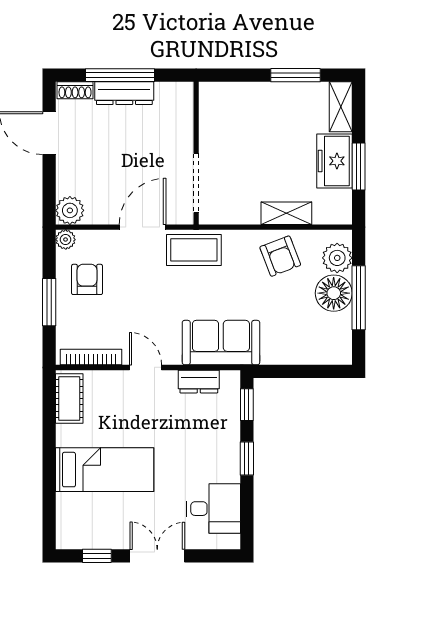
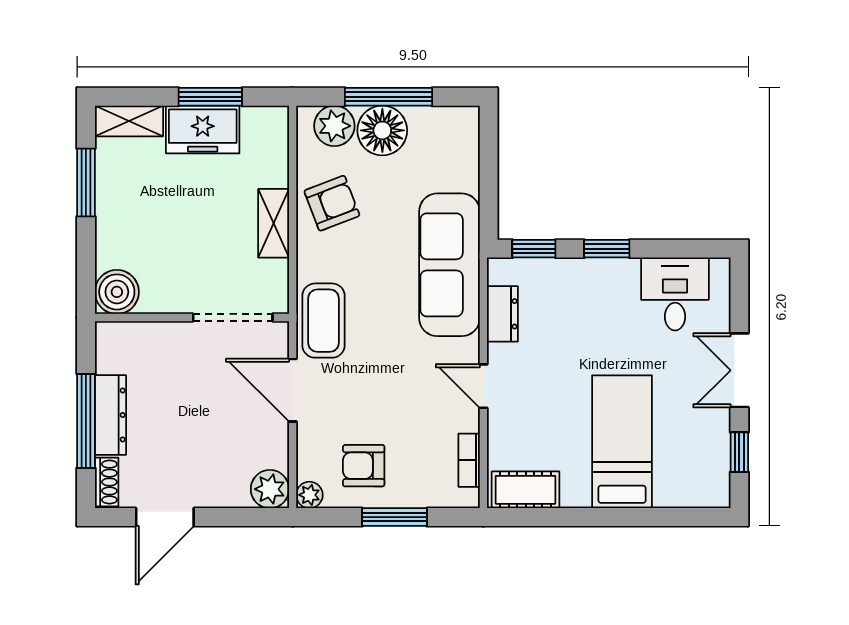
boiler: (215, 98) -> (117, 292), added
shelving: (286, 213) -> (274, 223), moved
sofa: (221, 343) -> (449, 265), width x1.36
bookcase: (91, 357) -> (469, 460), width x0.64
door: (146, 367) -> (483, 386), hinge flipped

